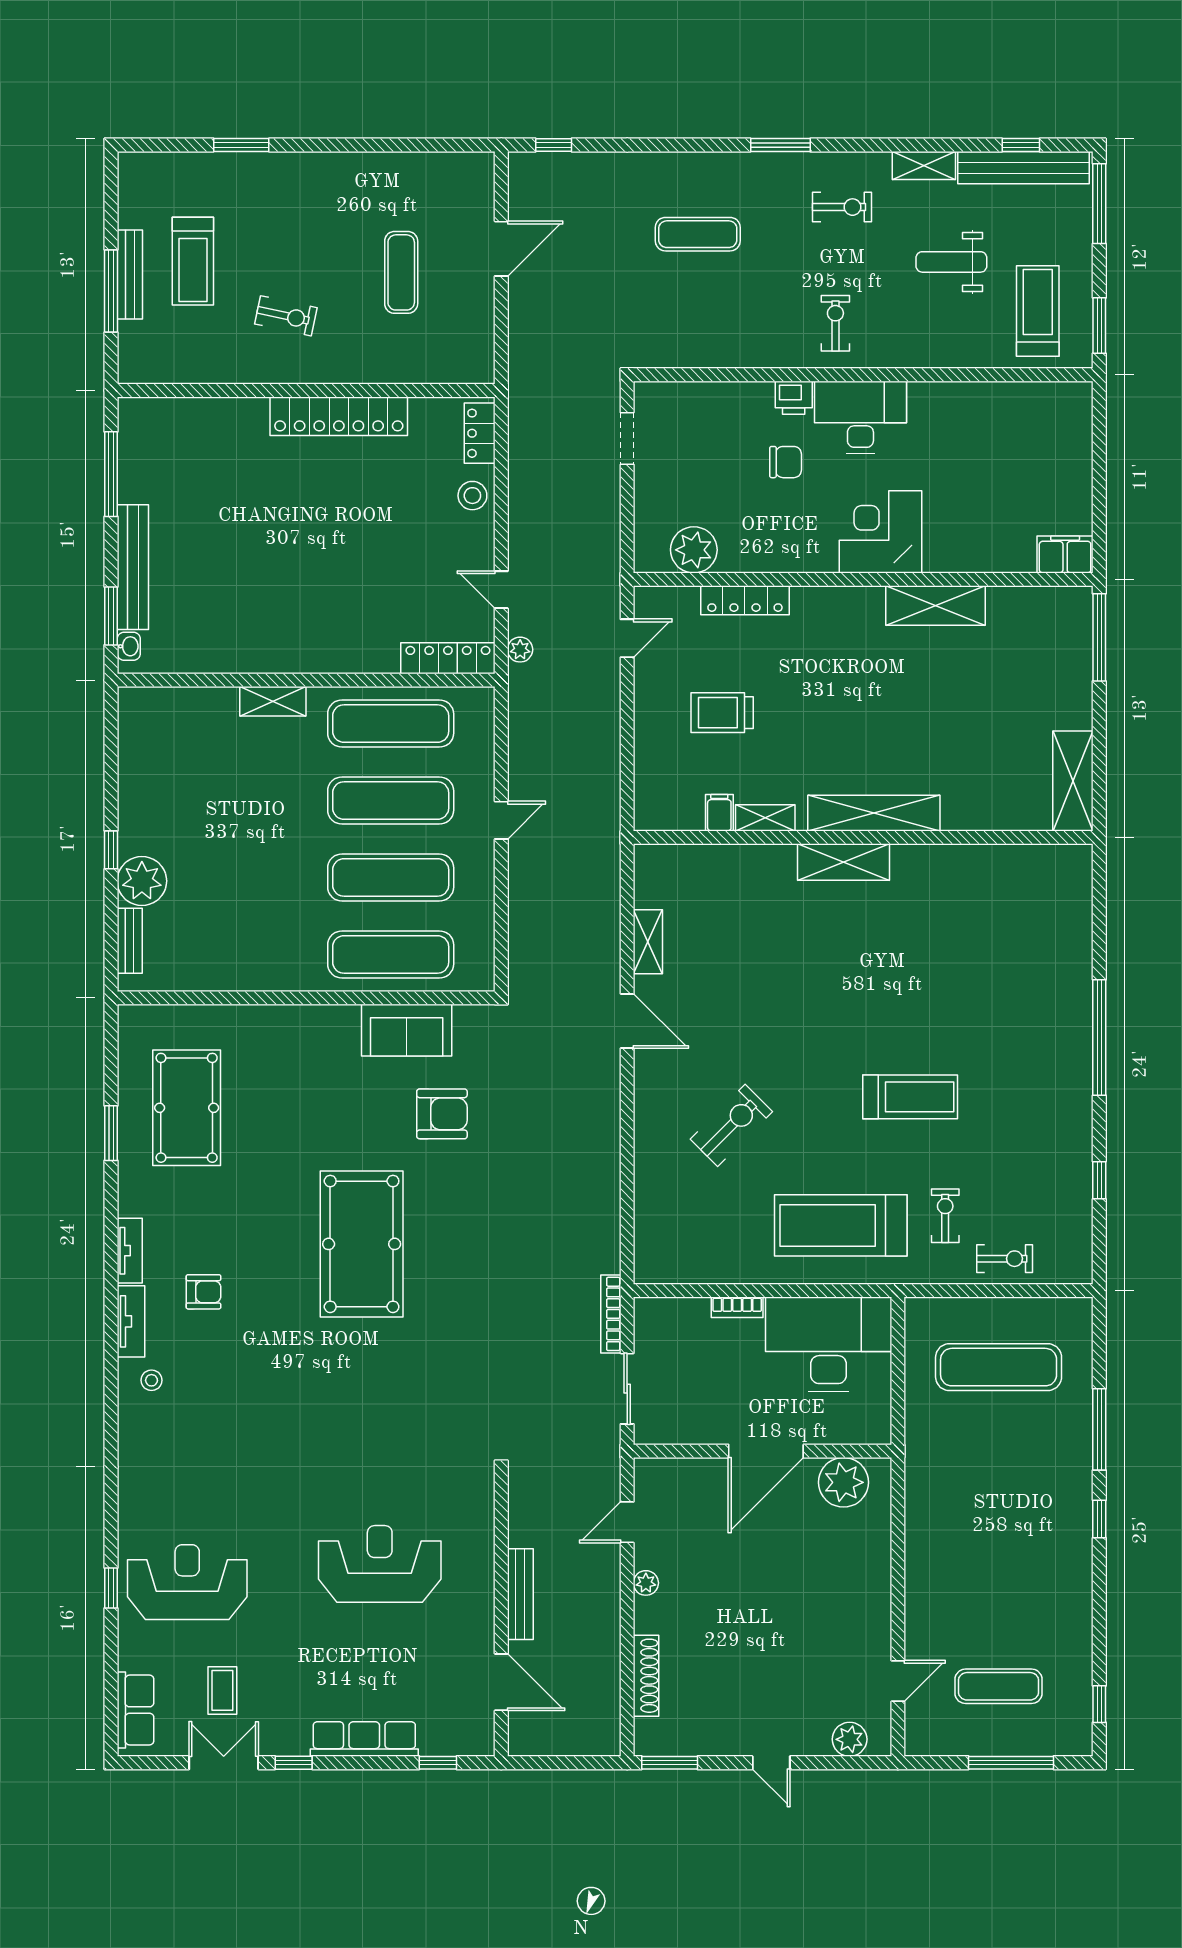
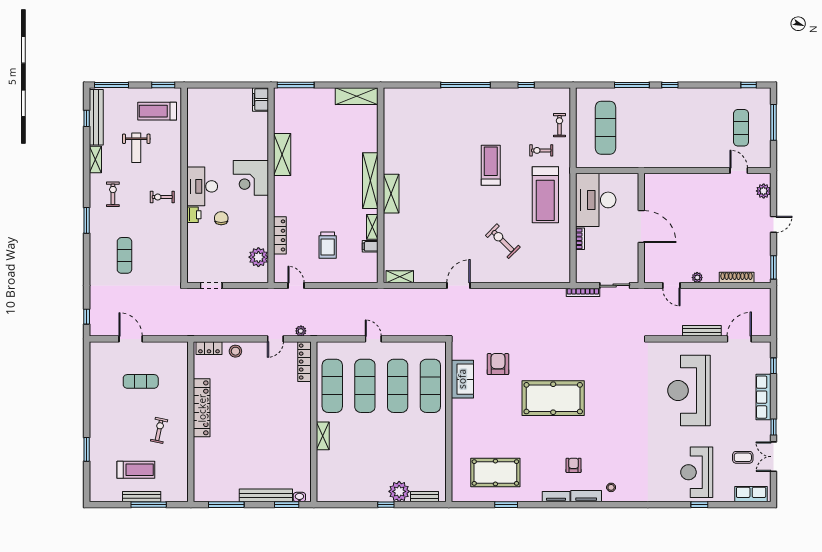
shelving: (648, 942) -> (400, 277), moved
plant: (844, 1482) -> (654, 194), removed
reception desk: (380, 1564) -> (689, 391), width x1.36, depth x1.30

